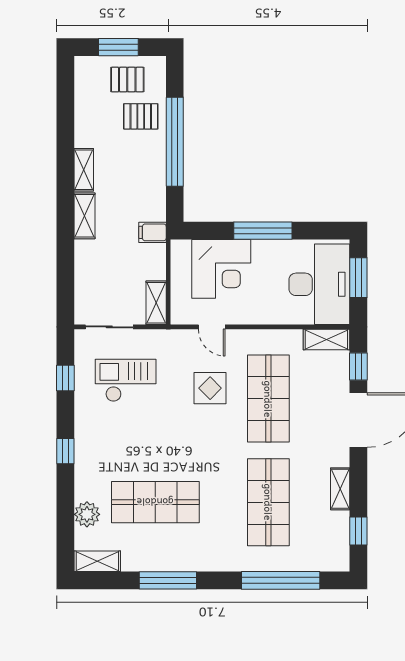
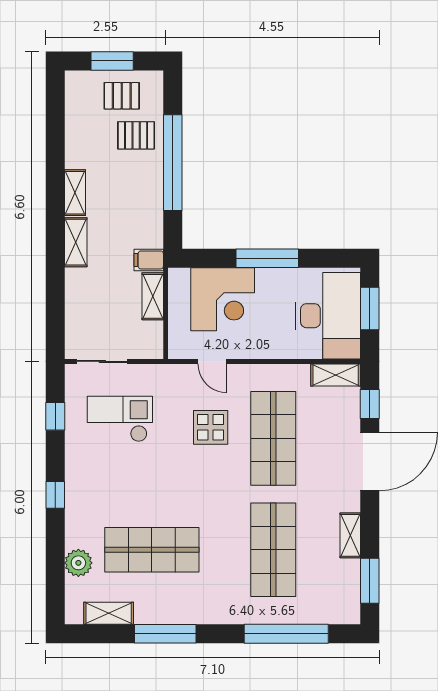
shelving: (156, 303) -> (153, 296), moved
window: (358, 531) -> (370, 581), width x1.50
shelving: (97, 561) -> (109, 613), moved

